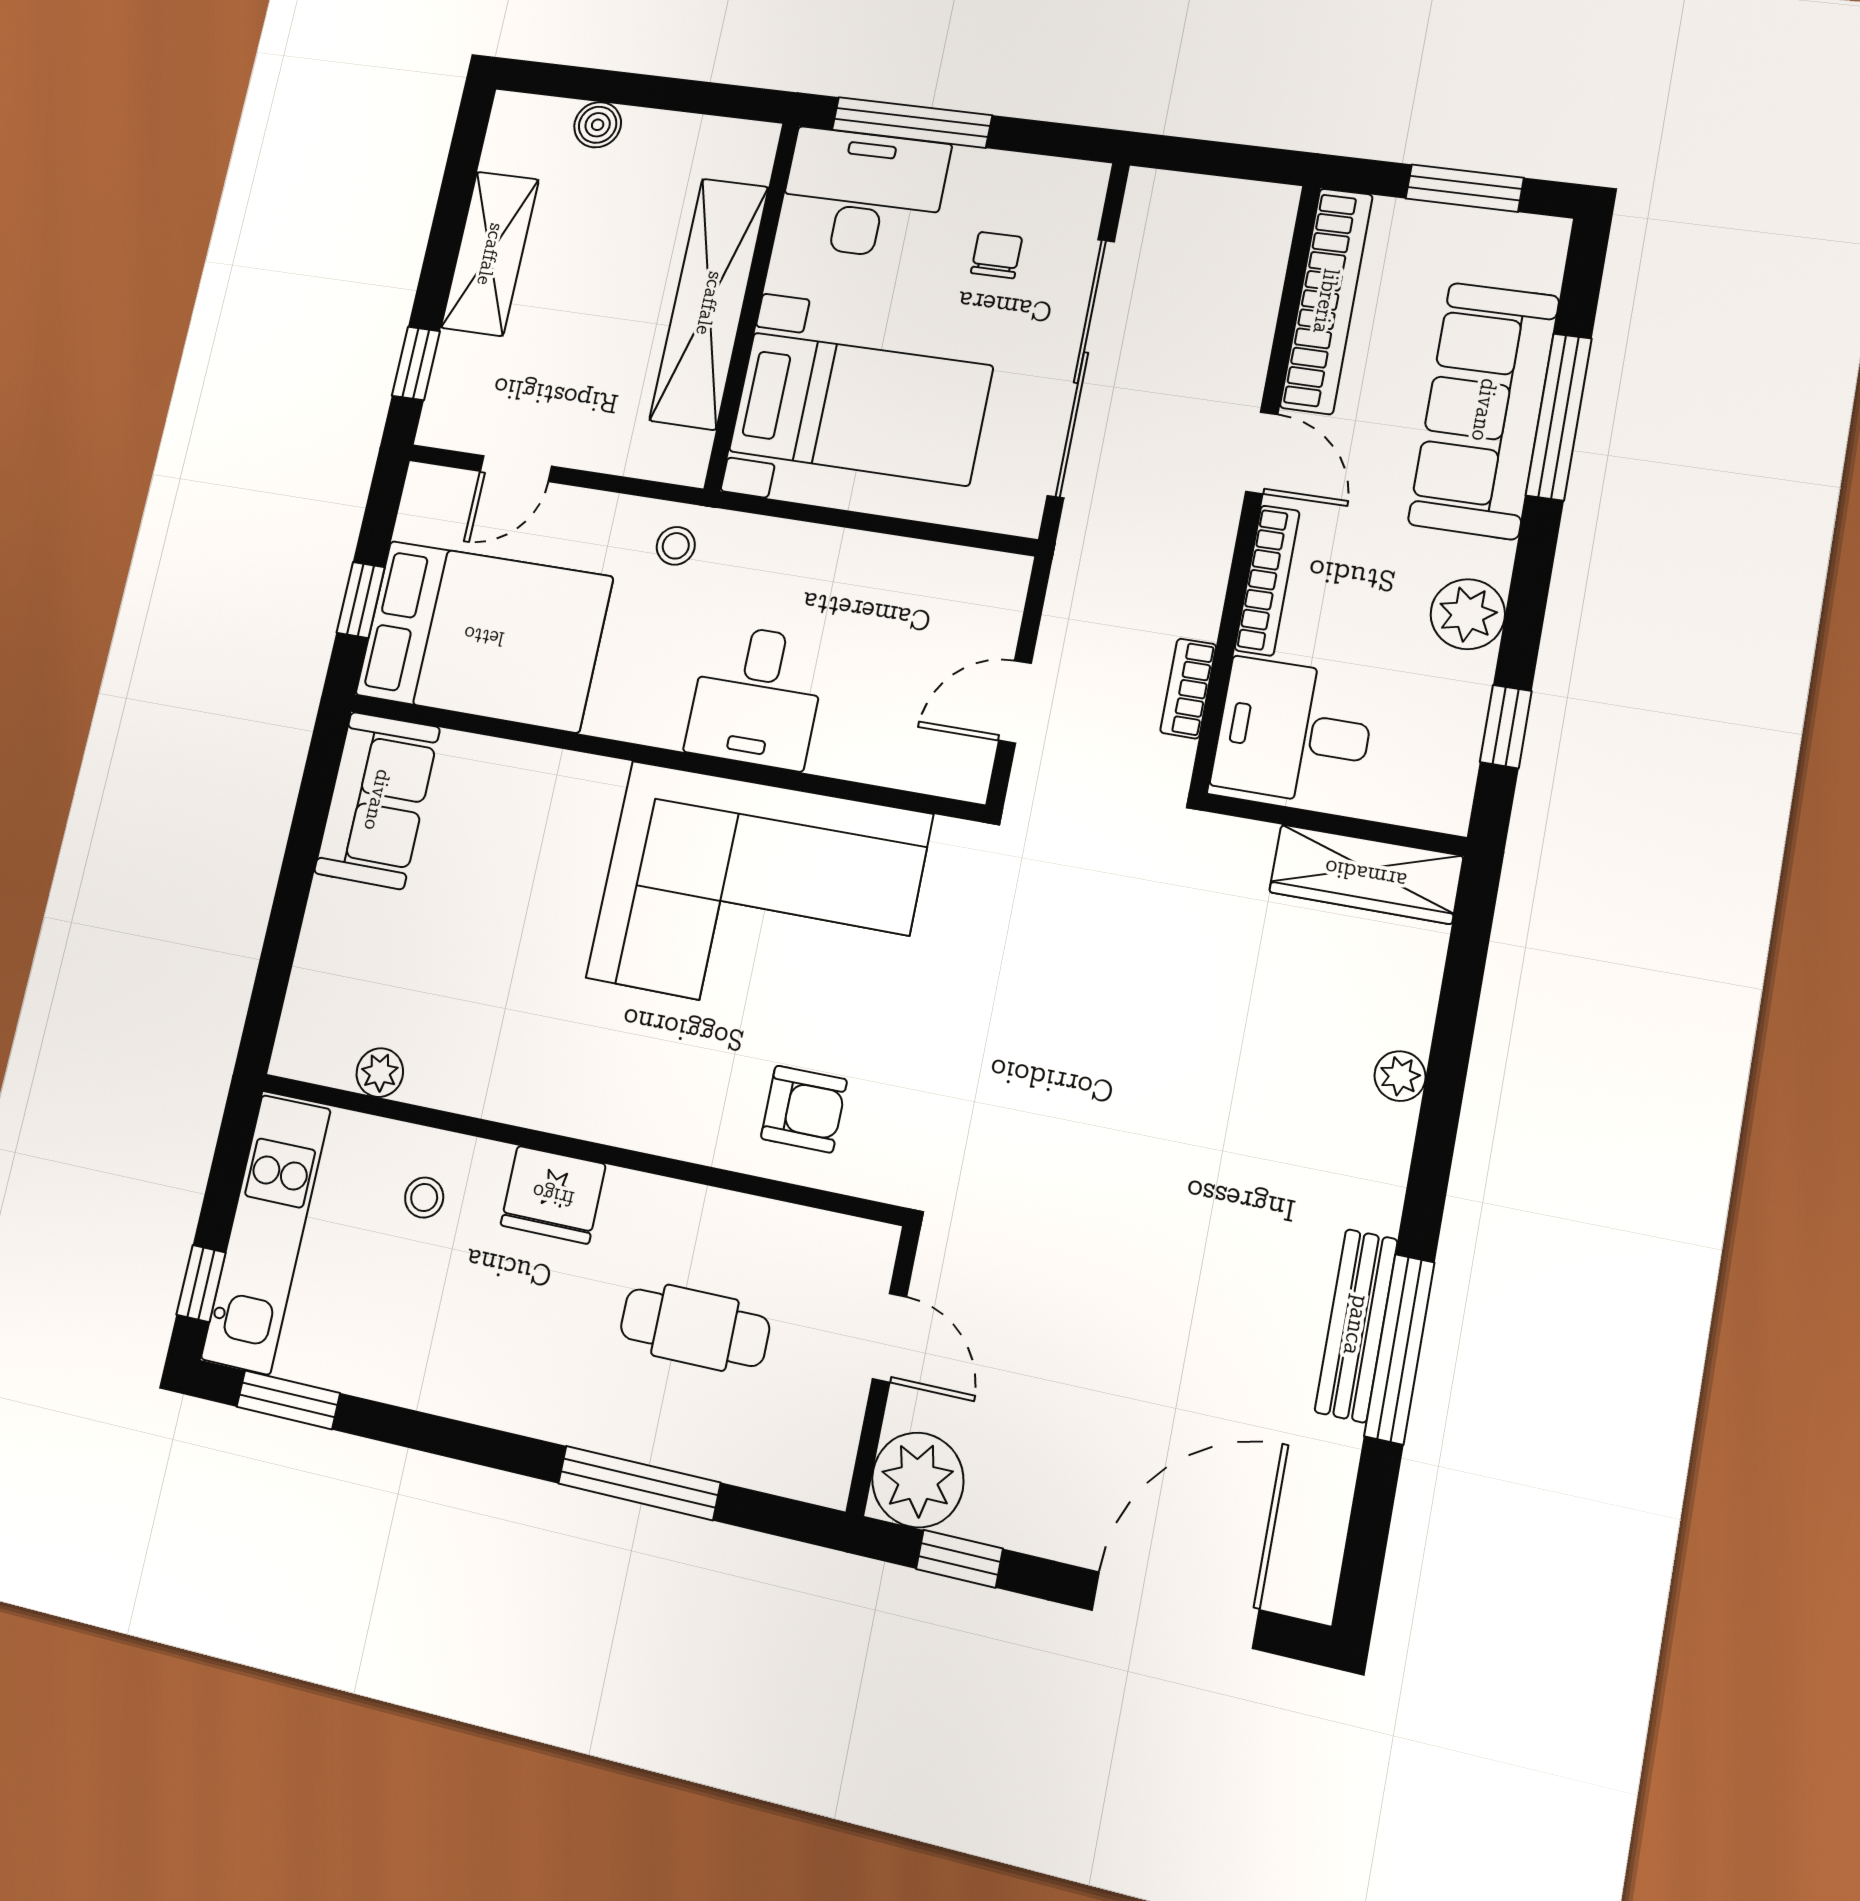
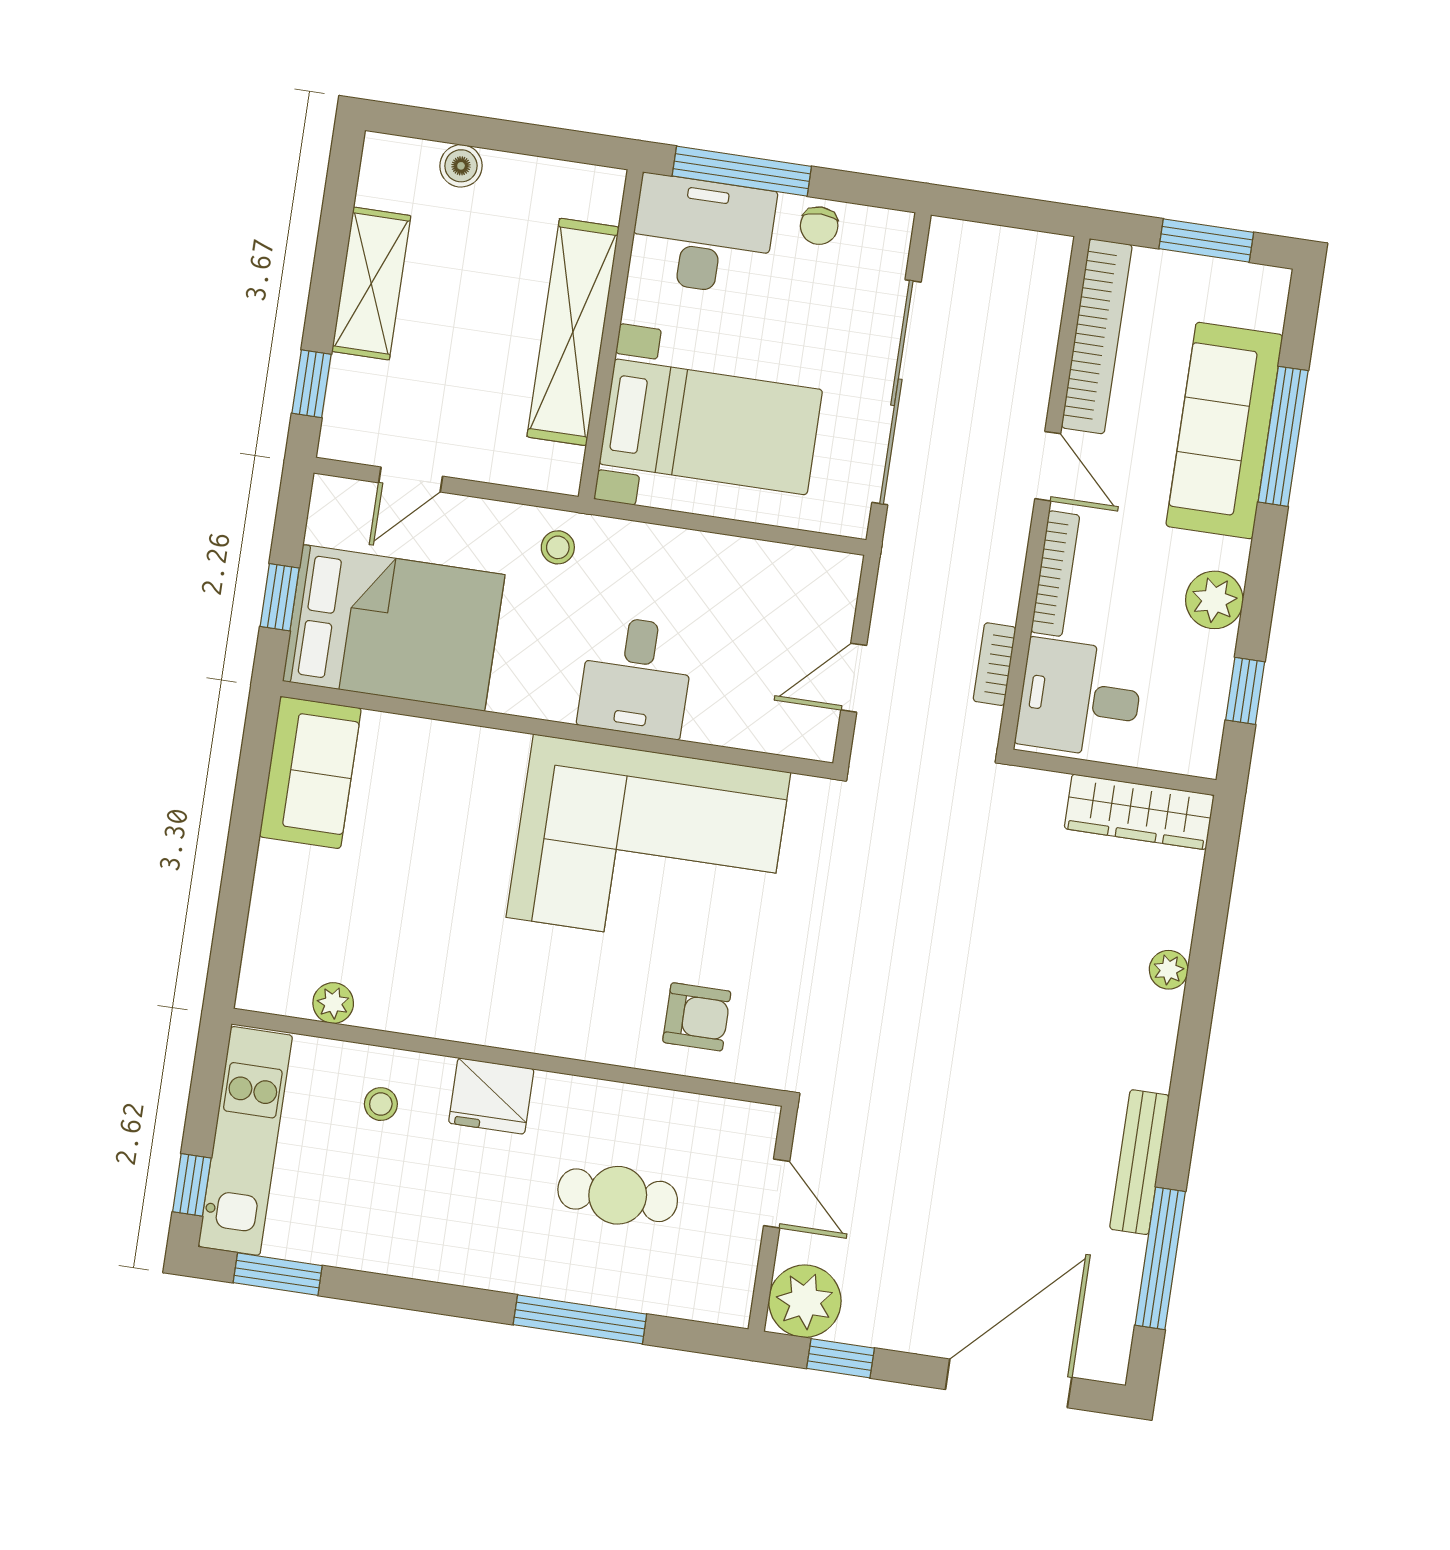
chair: (997, 255) -> (819, 226), moved, turned 180
window: (1399, 1349) -> (1160, 1258), moved

